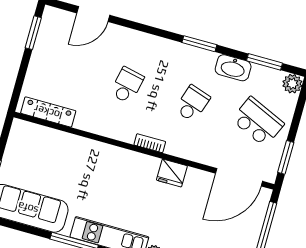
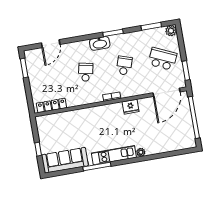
washbasin: (233, 68) -> (100, 43), moved

